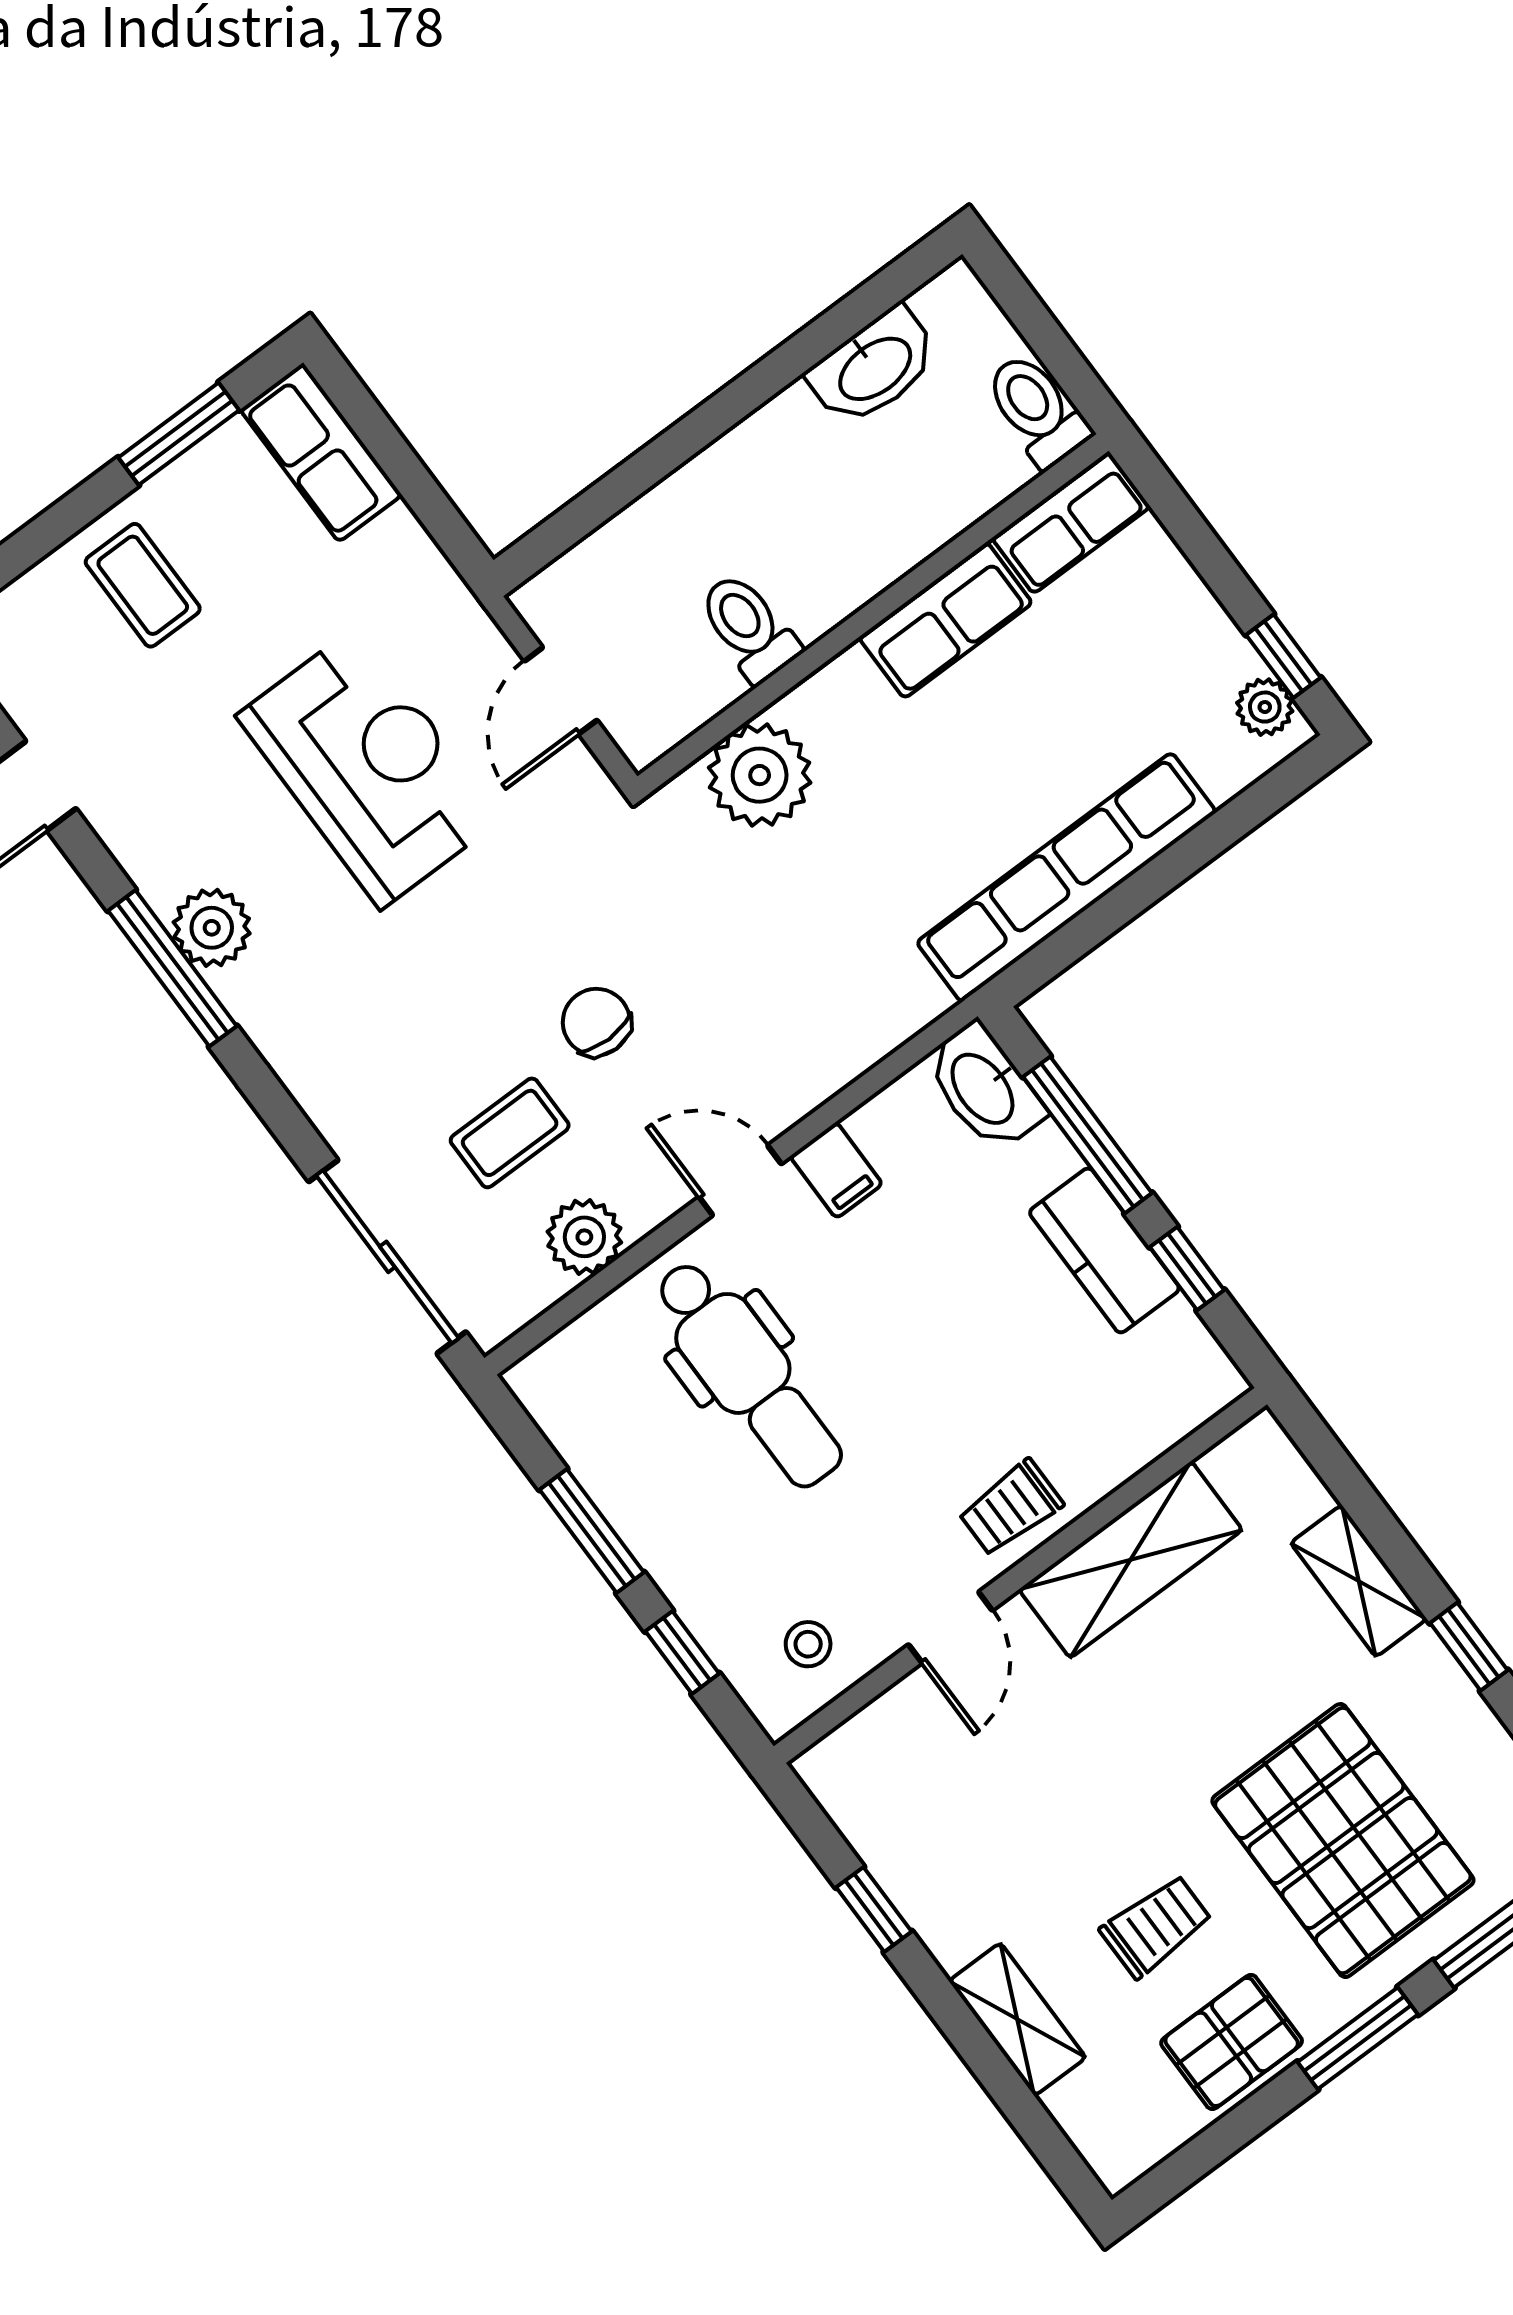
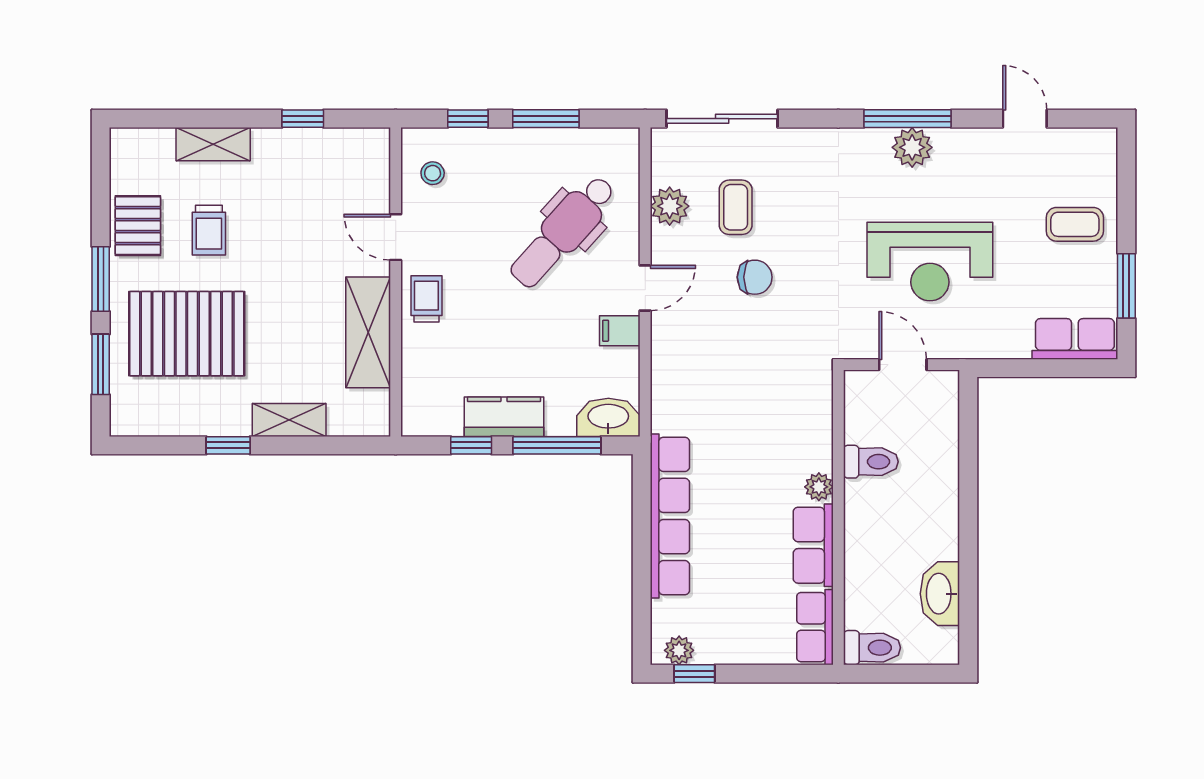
plant: (760, 775) -> (819, 487), moved, width x0.53, depth x0.53
dental chair: (748, 1374) -> (563, 232), turned -48

